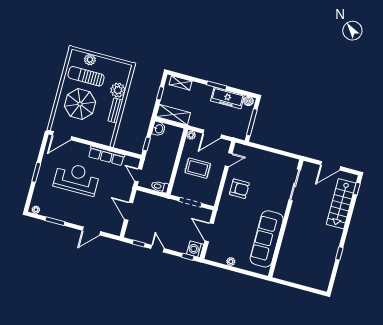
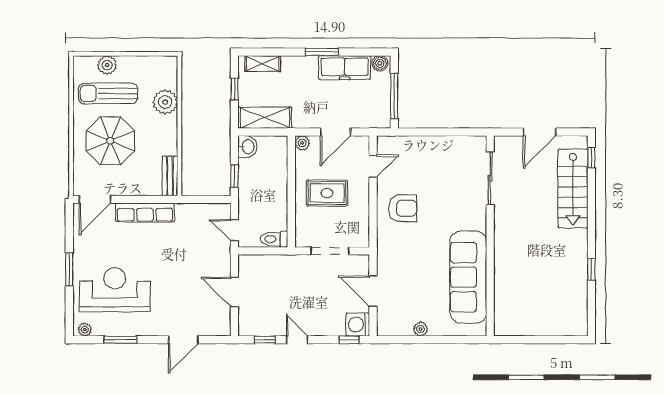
bench: (115, 110) -> (170, 176), moved
row of seats: (106, 156) -> (145, 213), moved
reception desk: (77, 179) -> (115, 290), moved

